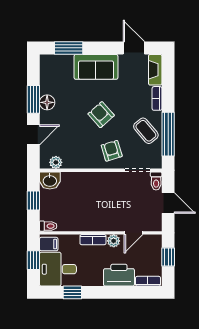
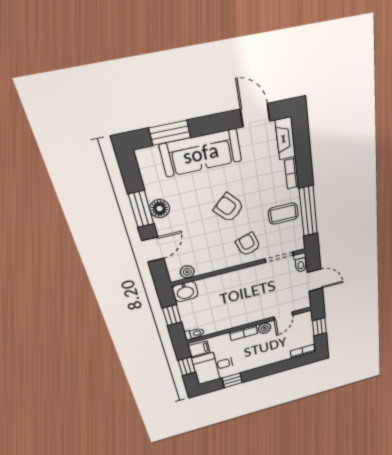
sofa: (96, 67) -> (201, 153), width x1.36
coffee table: (146, 131) -> (283, 214), turned -50
printer: (119, 275) -> (274, 354), removed

